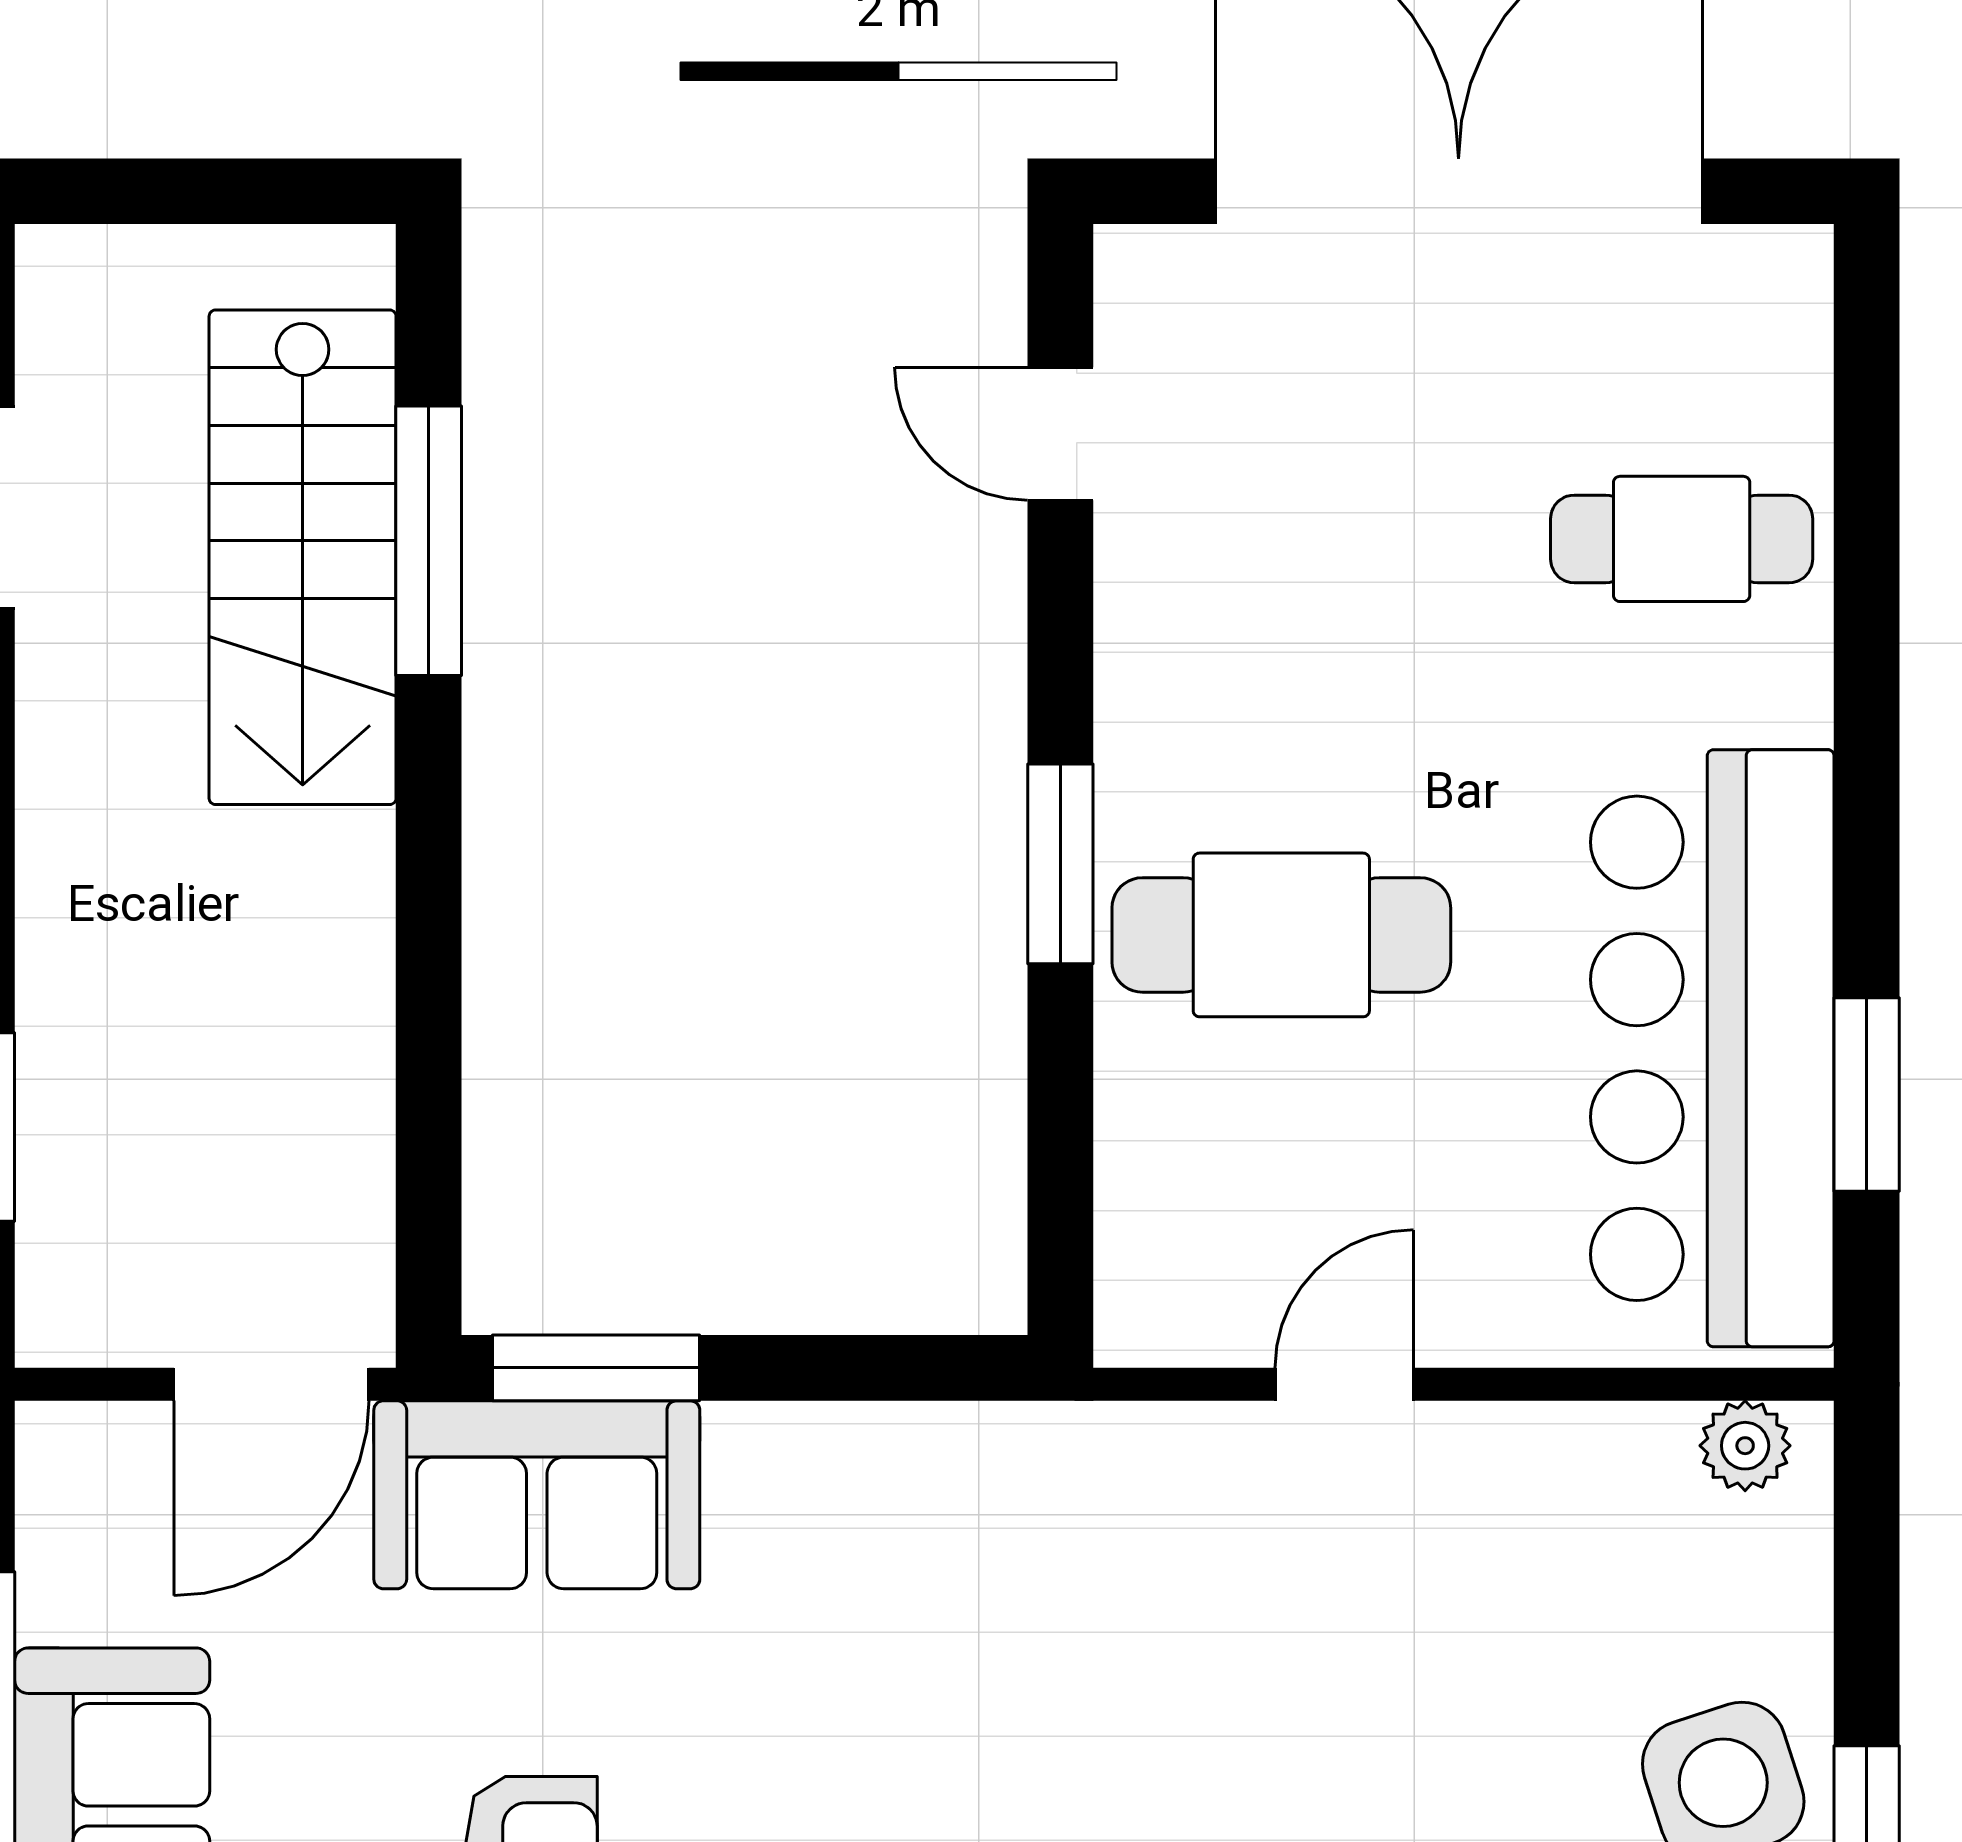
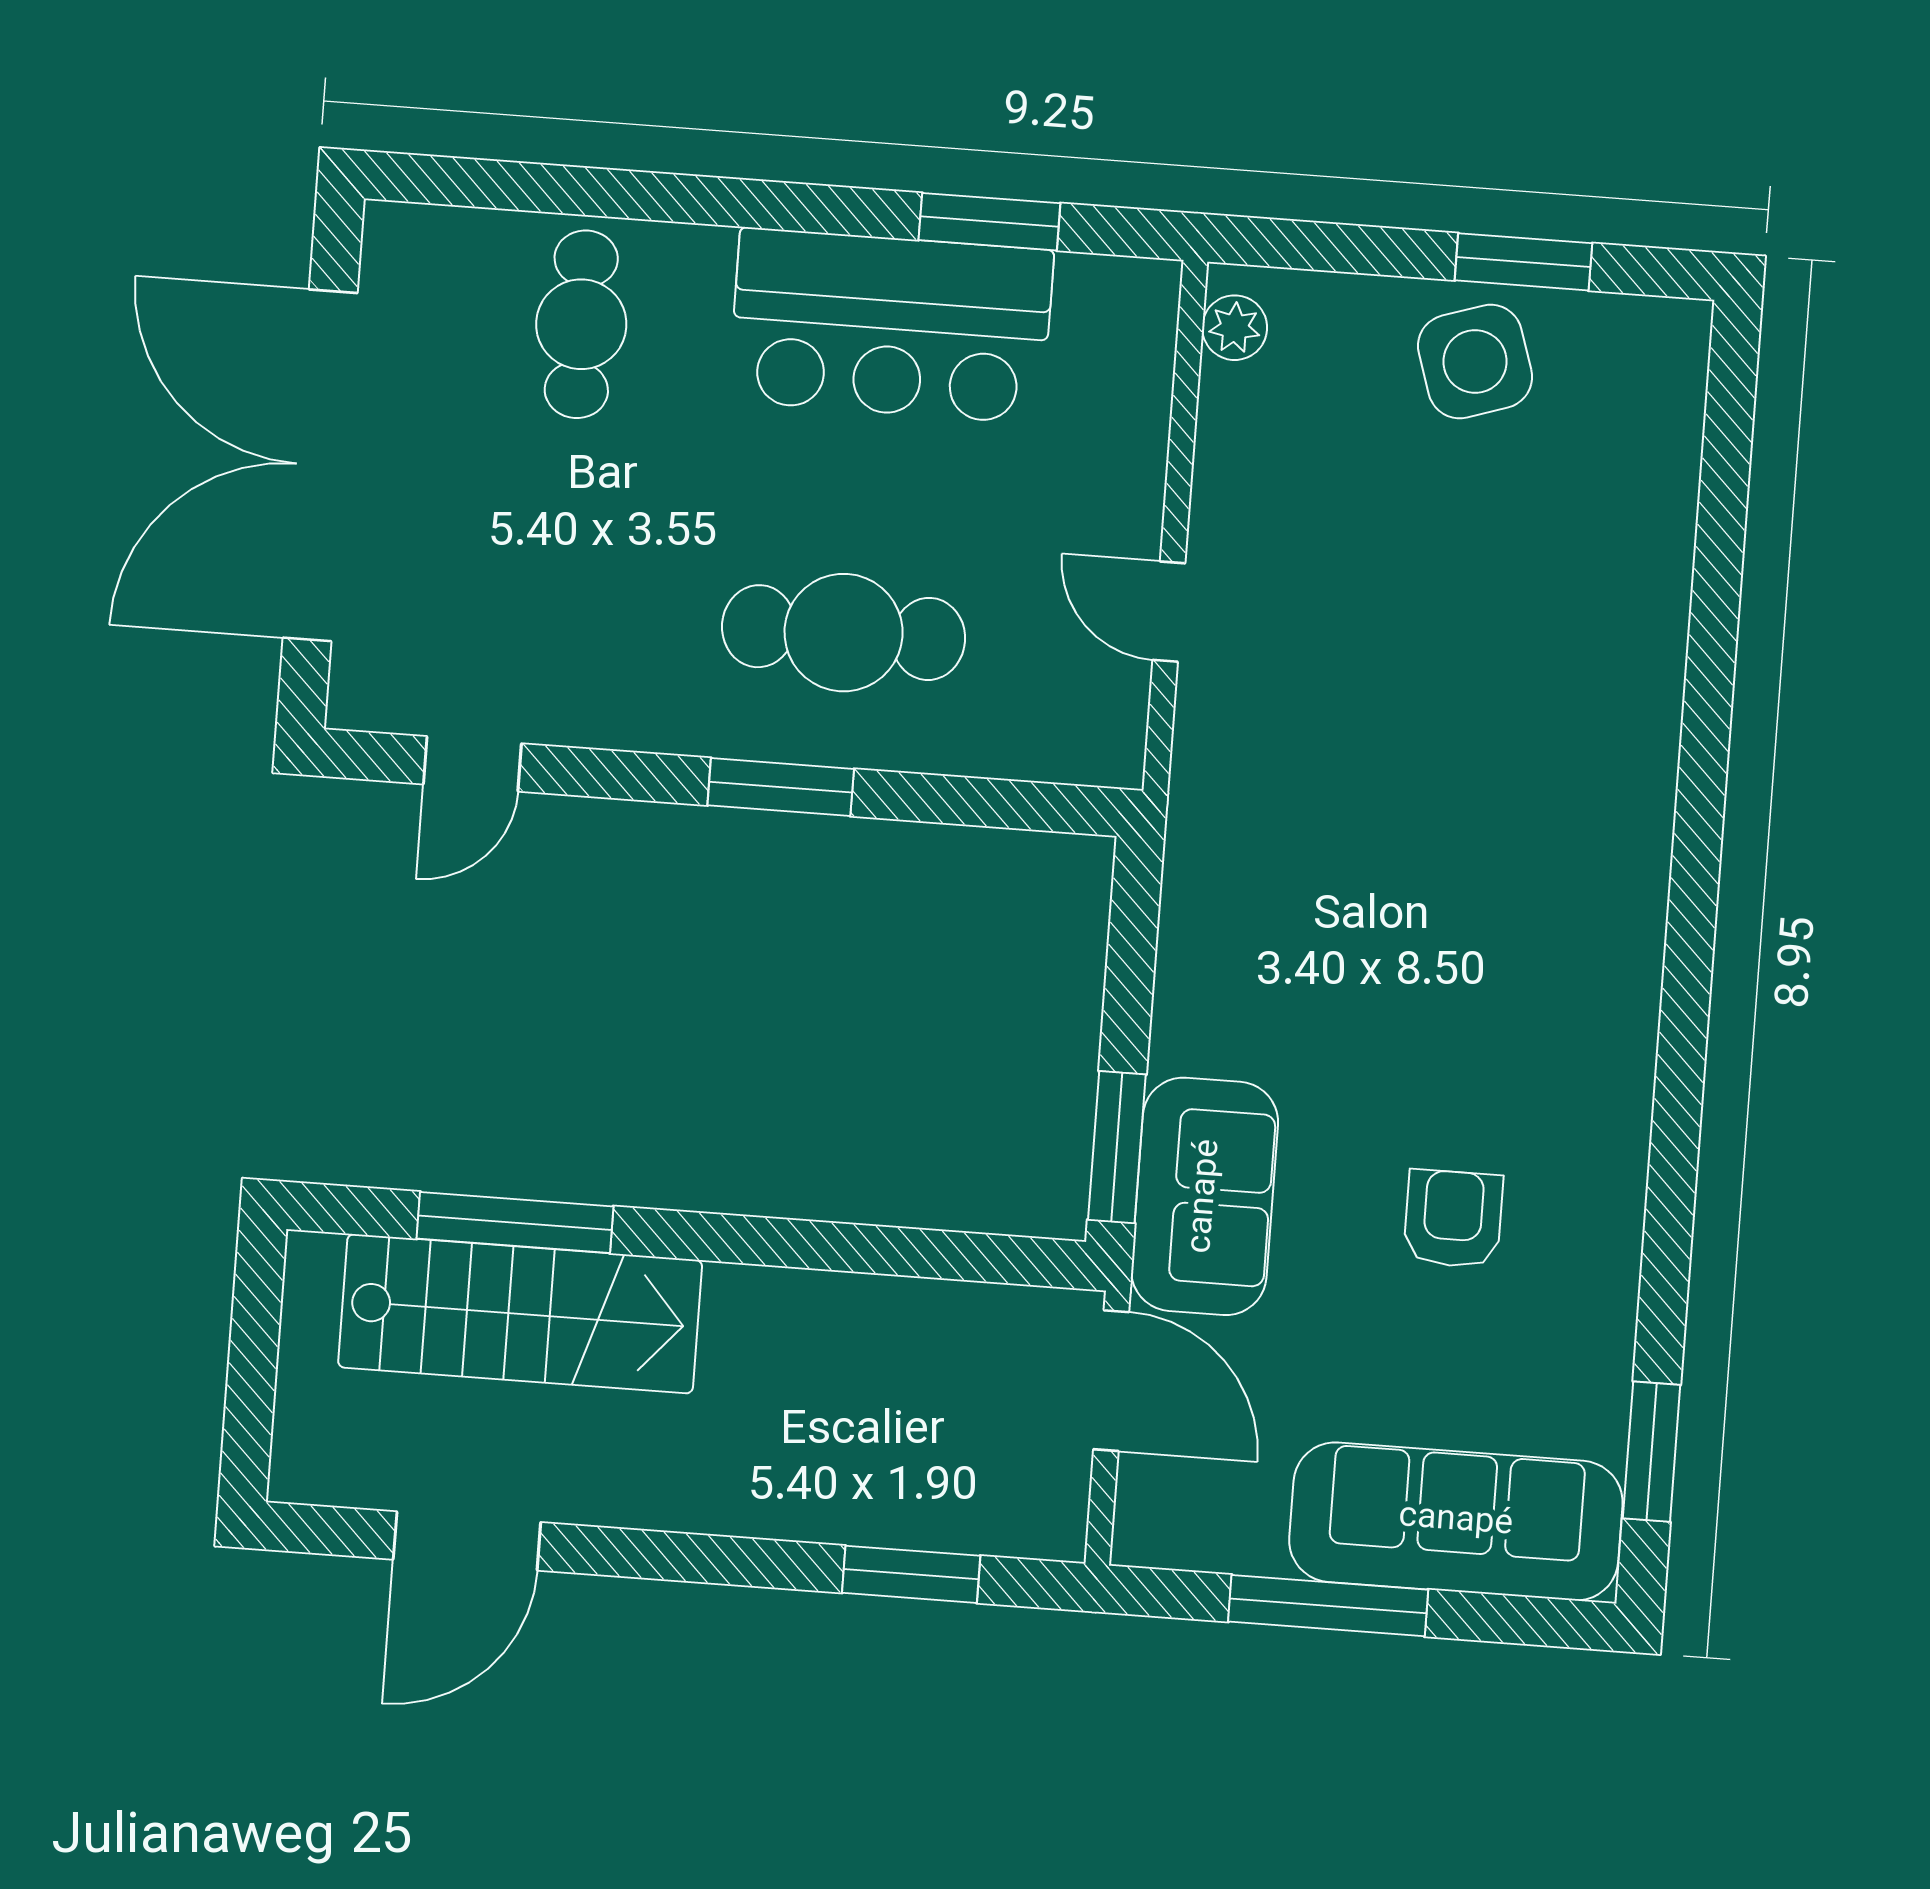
cafe table: (1281, 935) -> (844, 633), turned 90
bar counter: (1712, 1048) -> (891, 326), width x0.73

